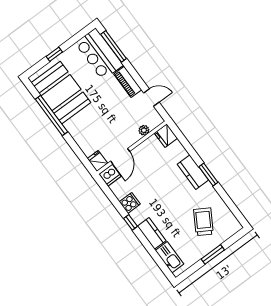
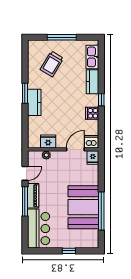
window: (114, 46) -> (25, 201), moved
booth: (61, 93) -> (83, 207), moved
door: (151, 98) -> (25, 173), swing flipped
fridge: (166, 136) -> (48, 142), moved, turned -90
window: (213, 254) -> (62, 37), width x1.44

